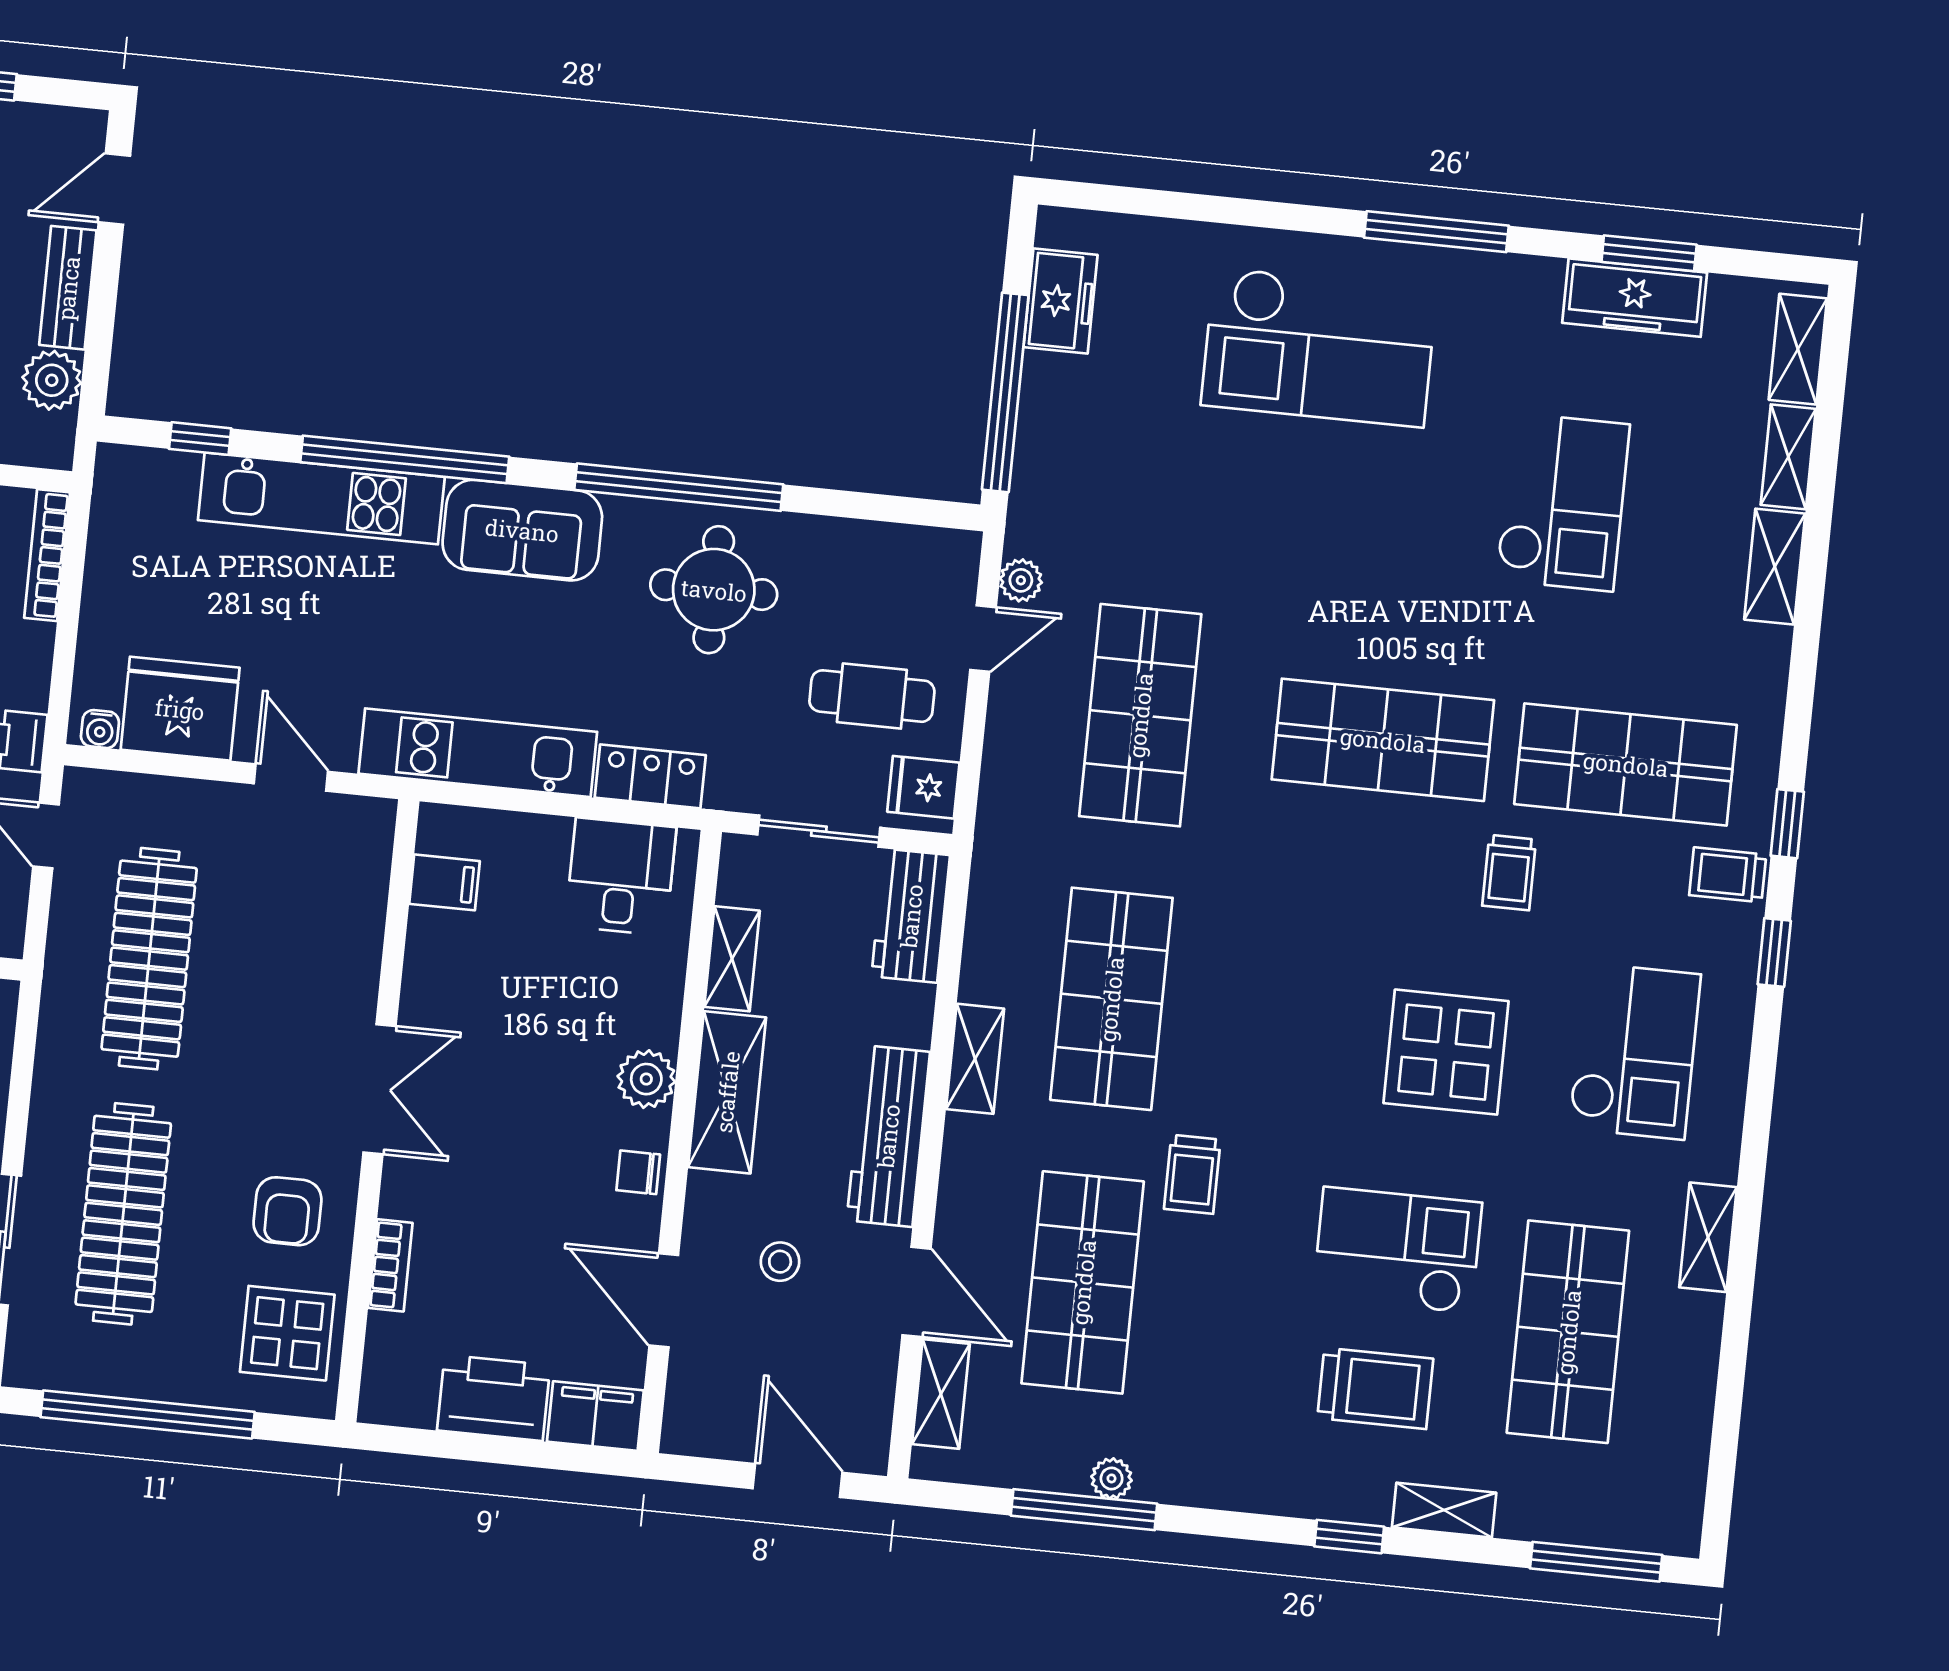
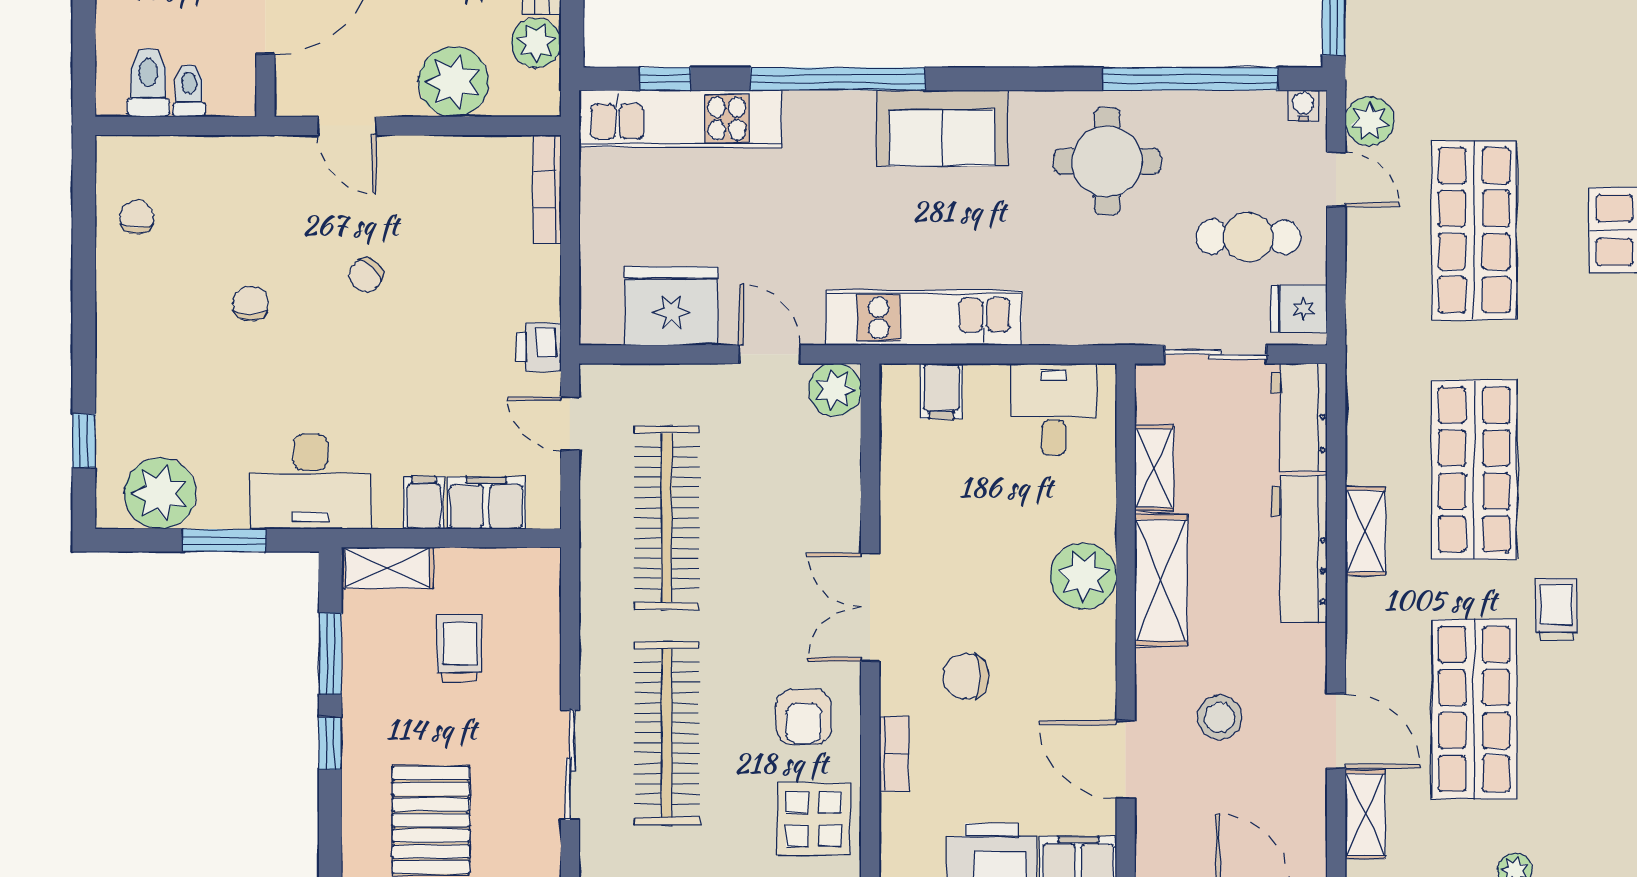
window: (679, 487) -> (1191, 79), moved
kitchen unit: (321, 498) -> (680, 119), moved
plant: (1021, 580) -> (1370, 121), width x1.38, depth x1.38
door: (983, 639) -> (1336, 180), hinge flipped
water cooler: (100, 729) -> (1303, 105), moved, turned 180
locker: (650, 776) -> (1070, 323), removed
plant: (364, 827) -> (835, 390), added
filing cabinet: (444, 882) -> (941, 391), moved, turned 90
plant: (646, 1079) -> (1083, 576), width x1.36, depth x1.36
double door: (379, 1089) -> (870, 607), swing flipped
workbench: (888, 1136) -> (1299, 549), moved
chair: (638, 1172) -> (966, 676), moved, width x1.37, depth x1.37
trolley: (1192, 1174) -> (1557, 609), turned 180
stool: (780, 1262) -> (1219, 717), width x1.37, depth x1.37

